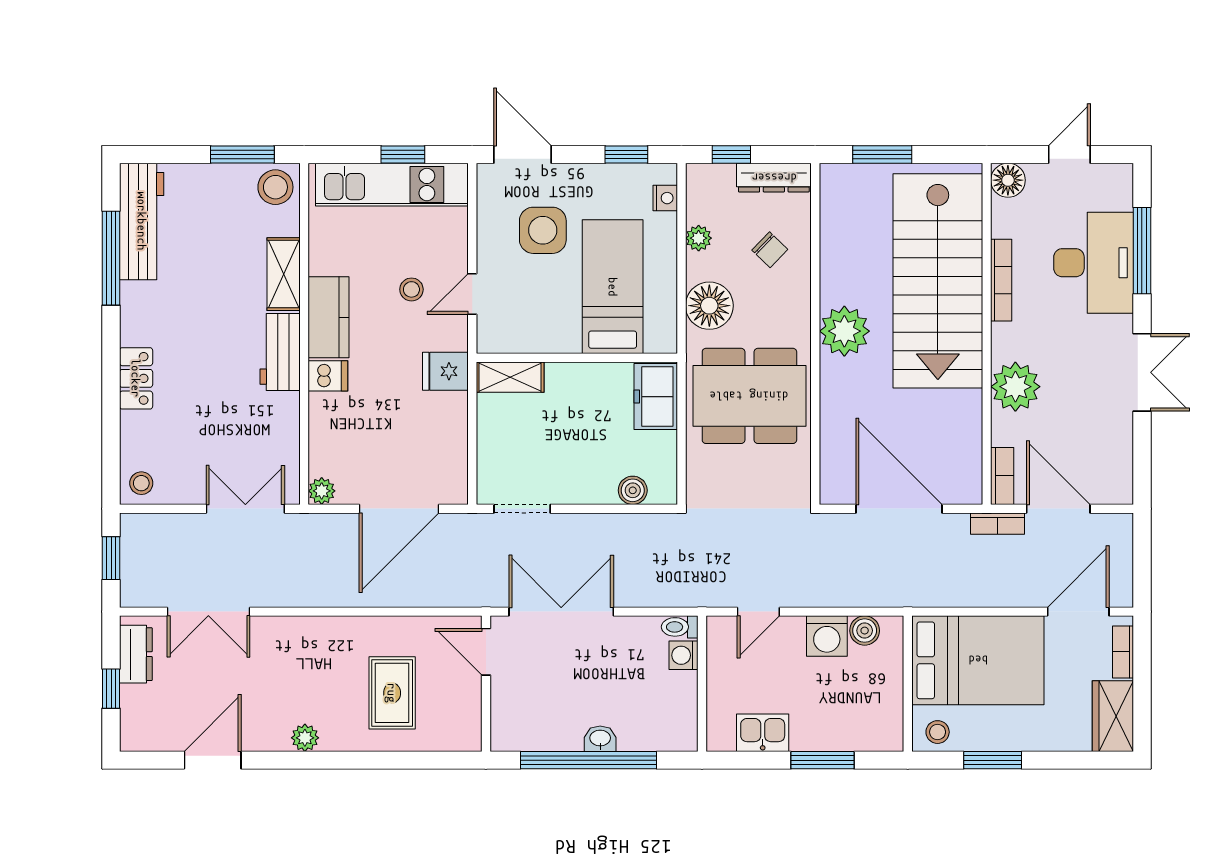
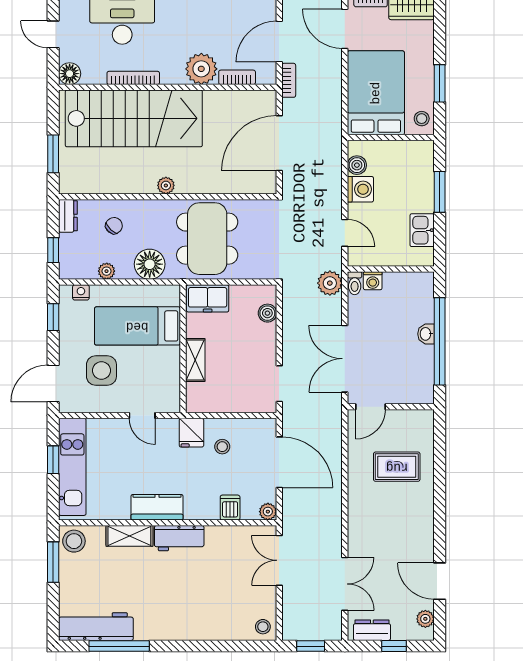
dresser: (774, 178) -> (68, 216), width x0.70
stool: (411, 289) -> (222, 447), moved
plant: (844, 331) -> (166, 185), width x0.53, depth x0.53
dishwasher: (328, 376) -> (230, 508), moved
shelving: (510, 377) -> (195, 360), moved
locker: (136, 378) -> (196, 630), removed
bookcase: (1002, 476) -> (237, 77), moved
plant: (680, 588) -> (330, 283), added
plant: (305, 738) -> (425, 619), moved

